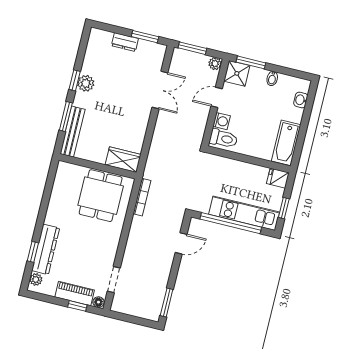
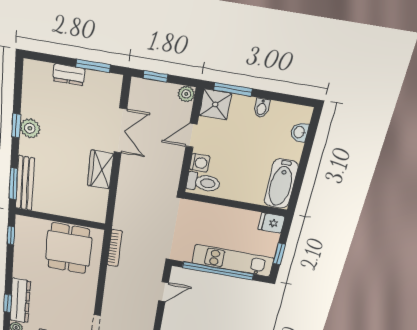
window: (192, 48) -> (155, 76), width x0.67
window: (66, 116) -> (13, 184), moved
wardrobe: (123, 160) -> (100, 170), moved, turned -90
window: (50, 181) -> (11, 235), added

